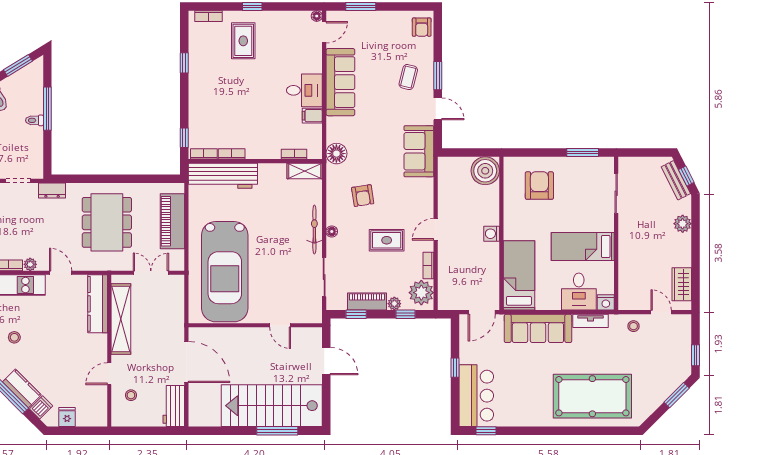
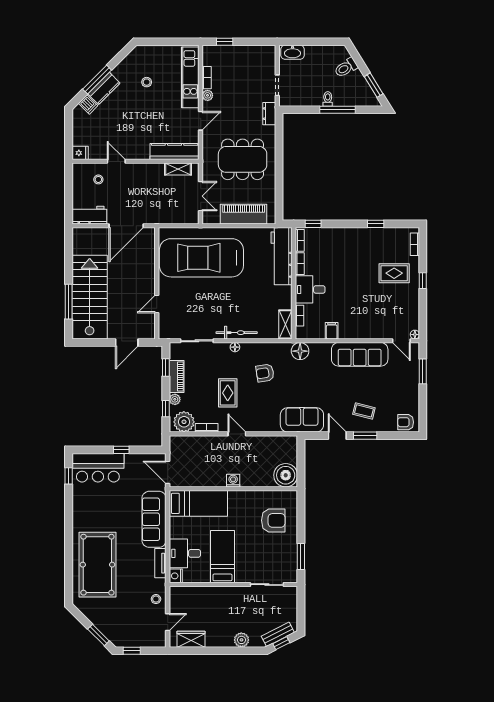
desk: (304, 90) -> (310, 289), moved, turned 90
door: (438, 109) -> (337, 436), swing flipped
shelving: (121, 319) -> (178, 169), width x0.45, depth x0.75
fridge: (67, 417) -> (80, 153), moved

